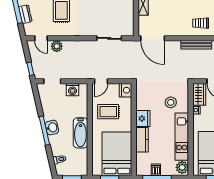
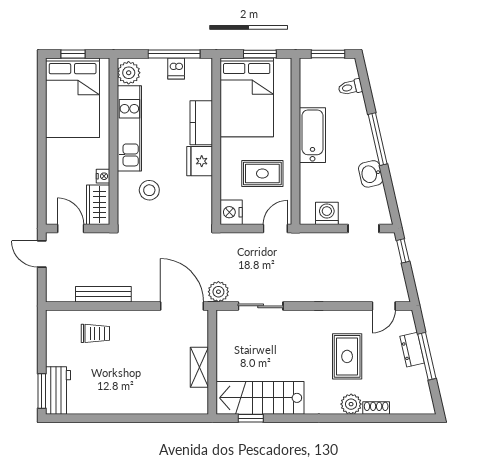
door: (41, 38) -> (384, 306), swing flipped
plant: (57, 46) -> (218, 292), moved
washbasin: (52, 128) -> (371, 174), moved

